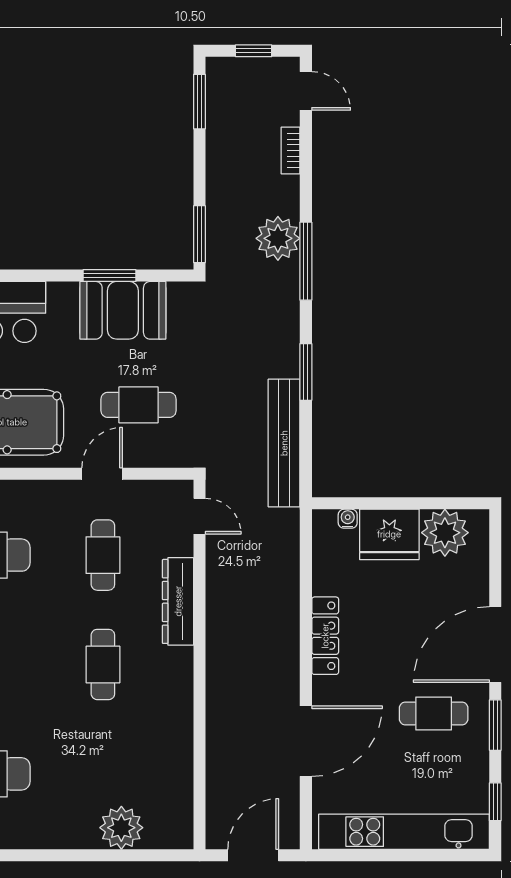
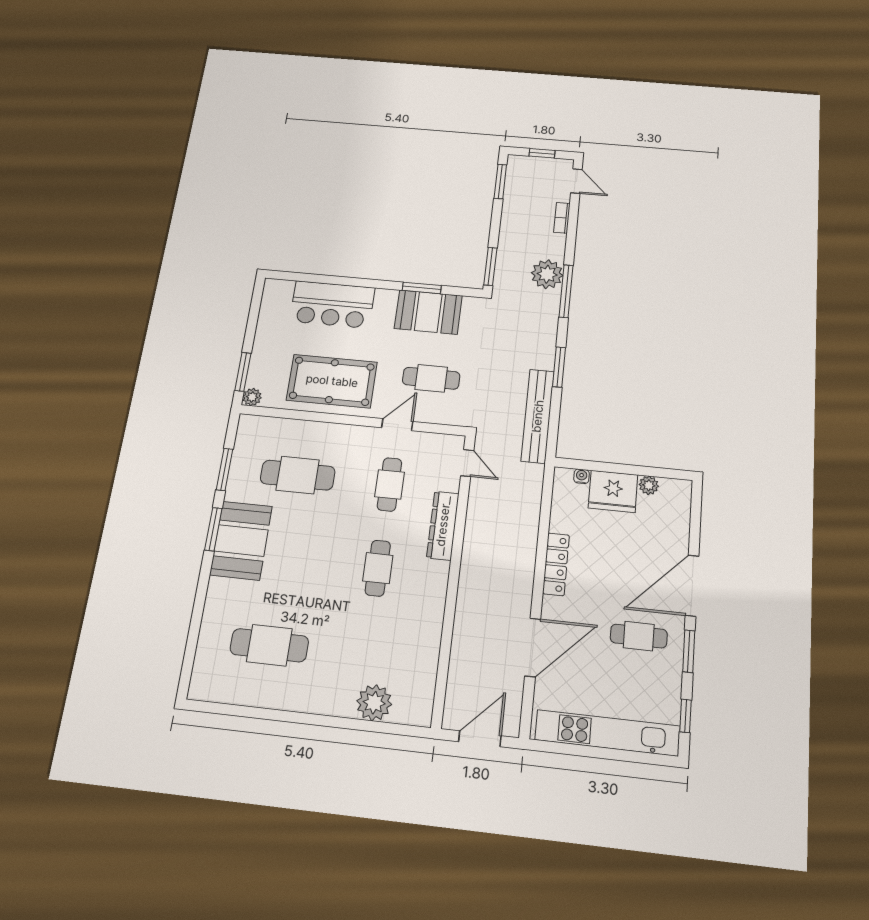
plant: (445, 533) -> (649, 485), width x0.53, depth x0.53

